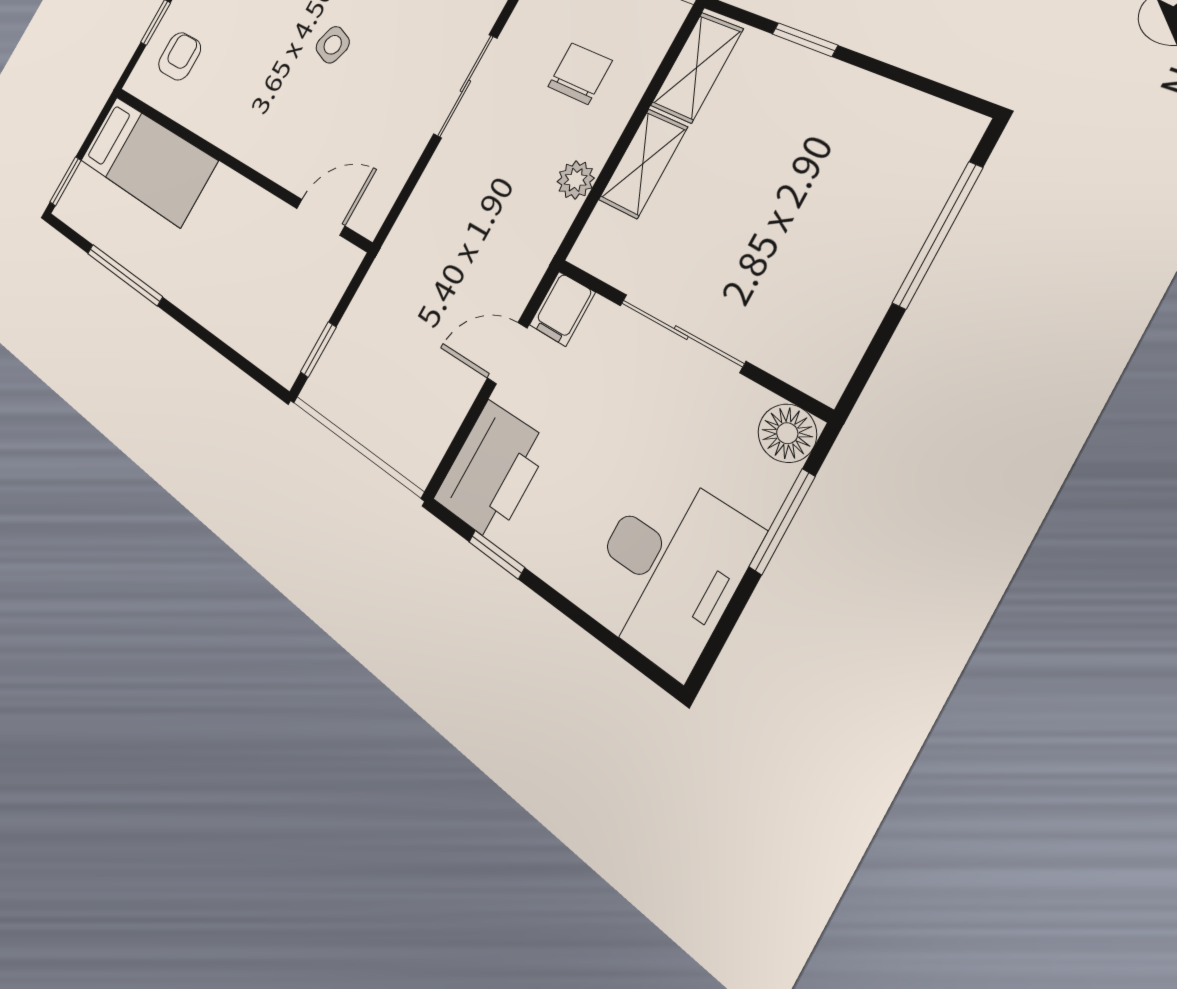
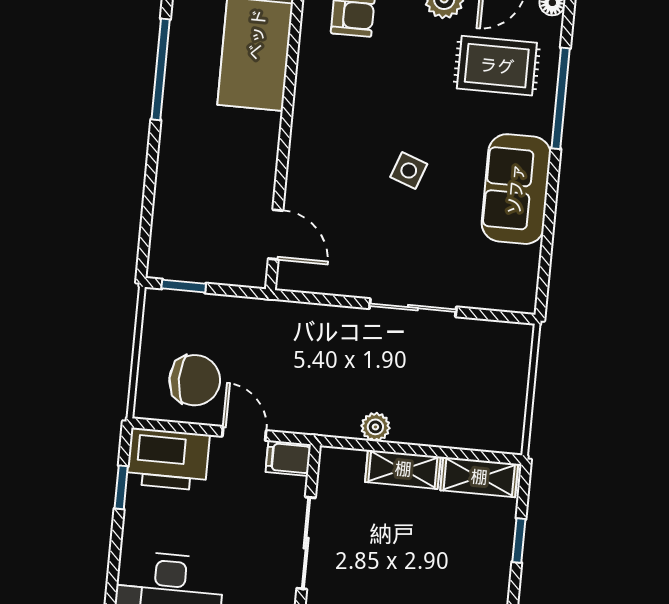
chair: (580, 74) -> (195, 380), moved, width x1.37, depth x1.37

